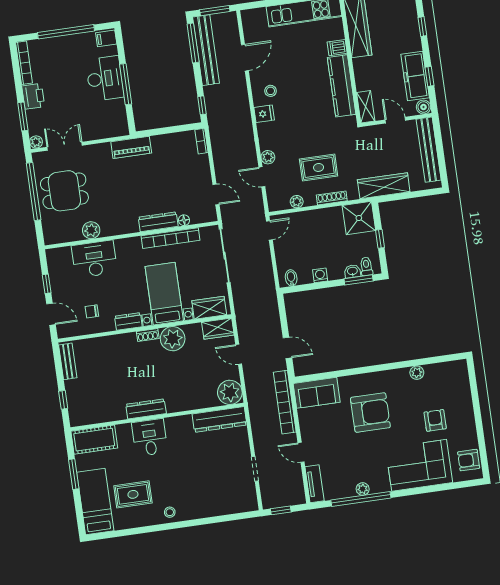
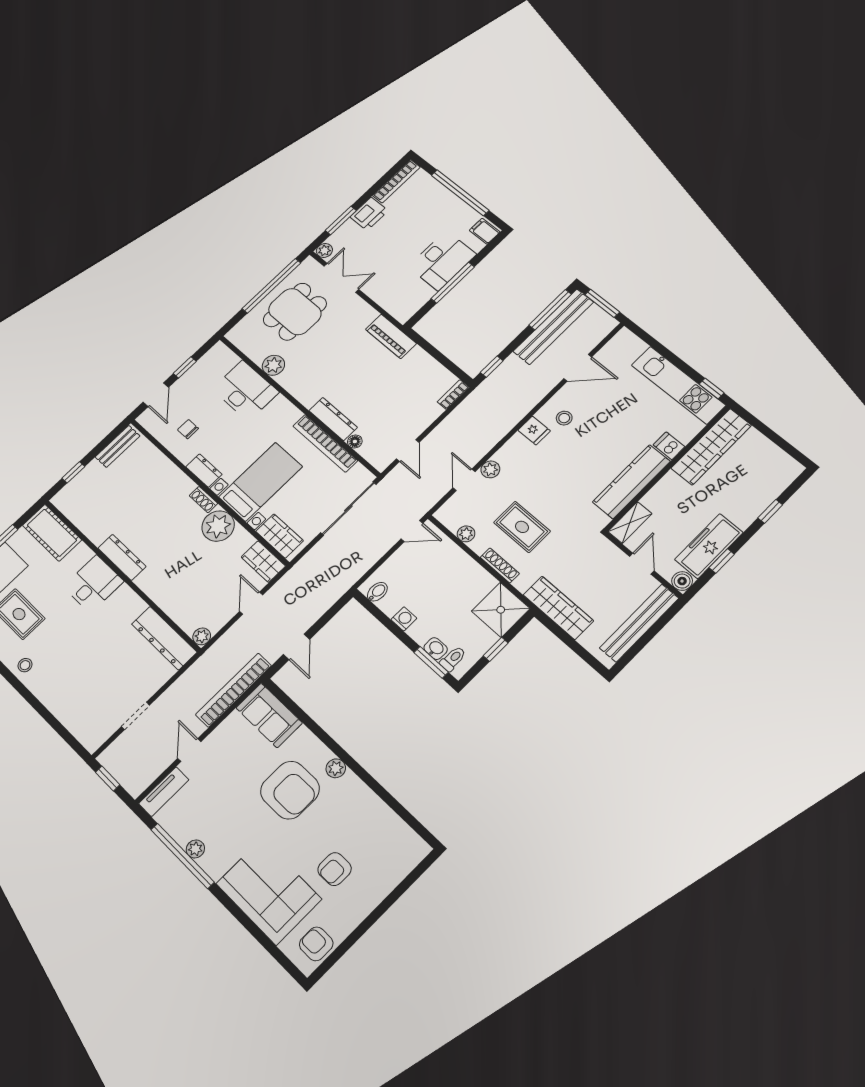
dining table: (64, 191) -> (295, 312), turned 90
plant: (417, 373) -> (336, 768), moved
plant: (230, 392) -> (202, 636), width x0.53, depth x0.53
armchair: (435, 420) -> (335, 869), turned 180

